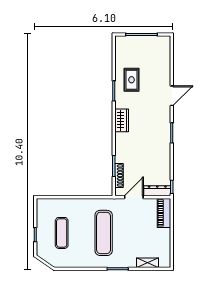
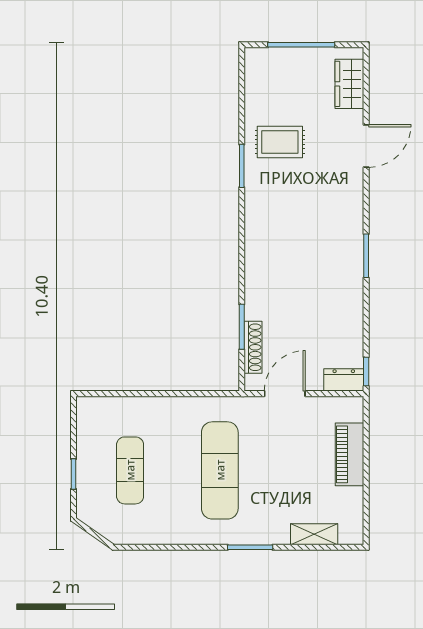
rug: (132, 80) -> (280, 142), turned 90
door: (172, 96) -> (366, 146), moved
wardrobe: (122, 120) -> (349, 84), moved, turned 180
dresser: (157, 191) -> (344, 380), width x0.70
piano: (164, 213) -> (350, 454), moved

